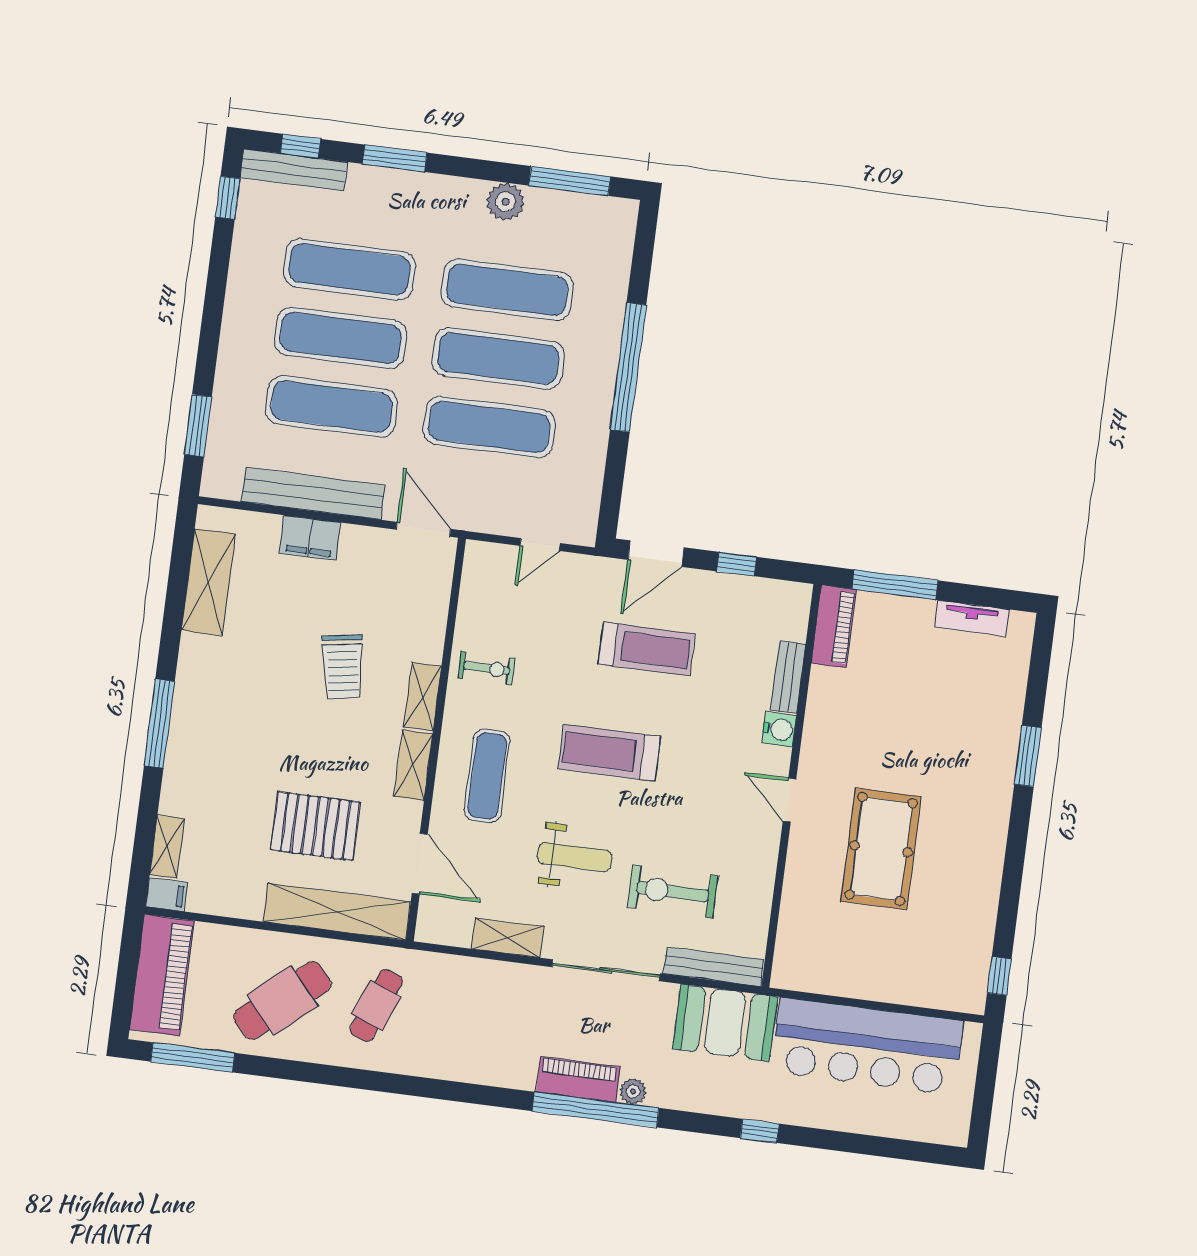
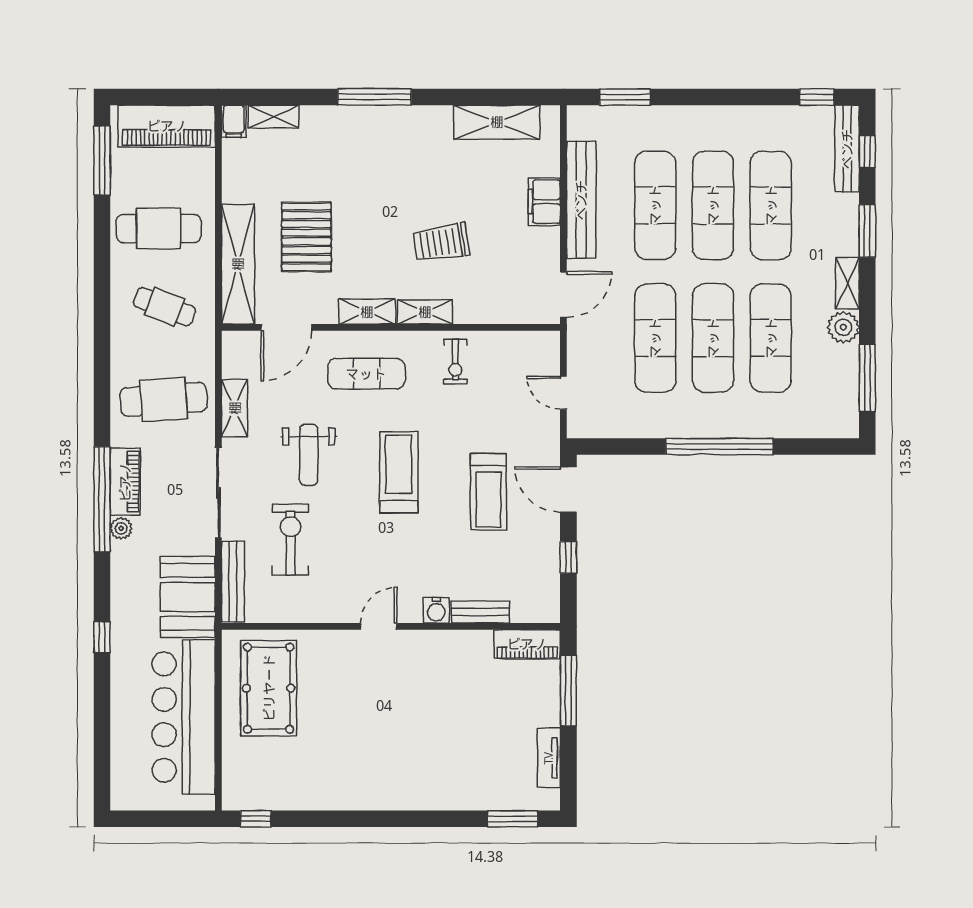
shelving: (454, 190) -> (847, 283), added
window: (1028, 756) -> (512, 819), moved
pool table: (881, 849) -> (269, 688), moved, turned 90
cafe table: (282, 1000) -> (159, 228), turned -49
cafe table: (486, 1021) -> (164, 399), added

